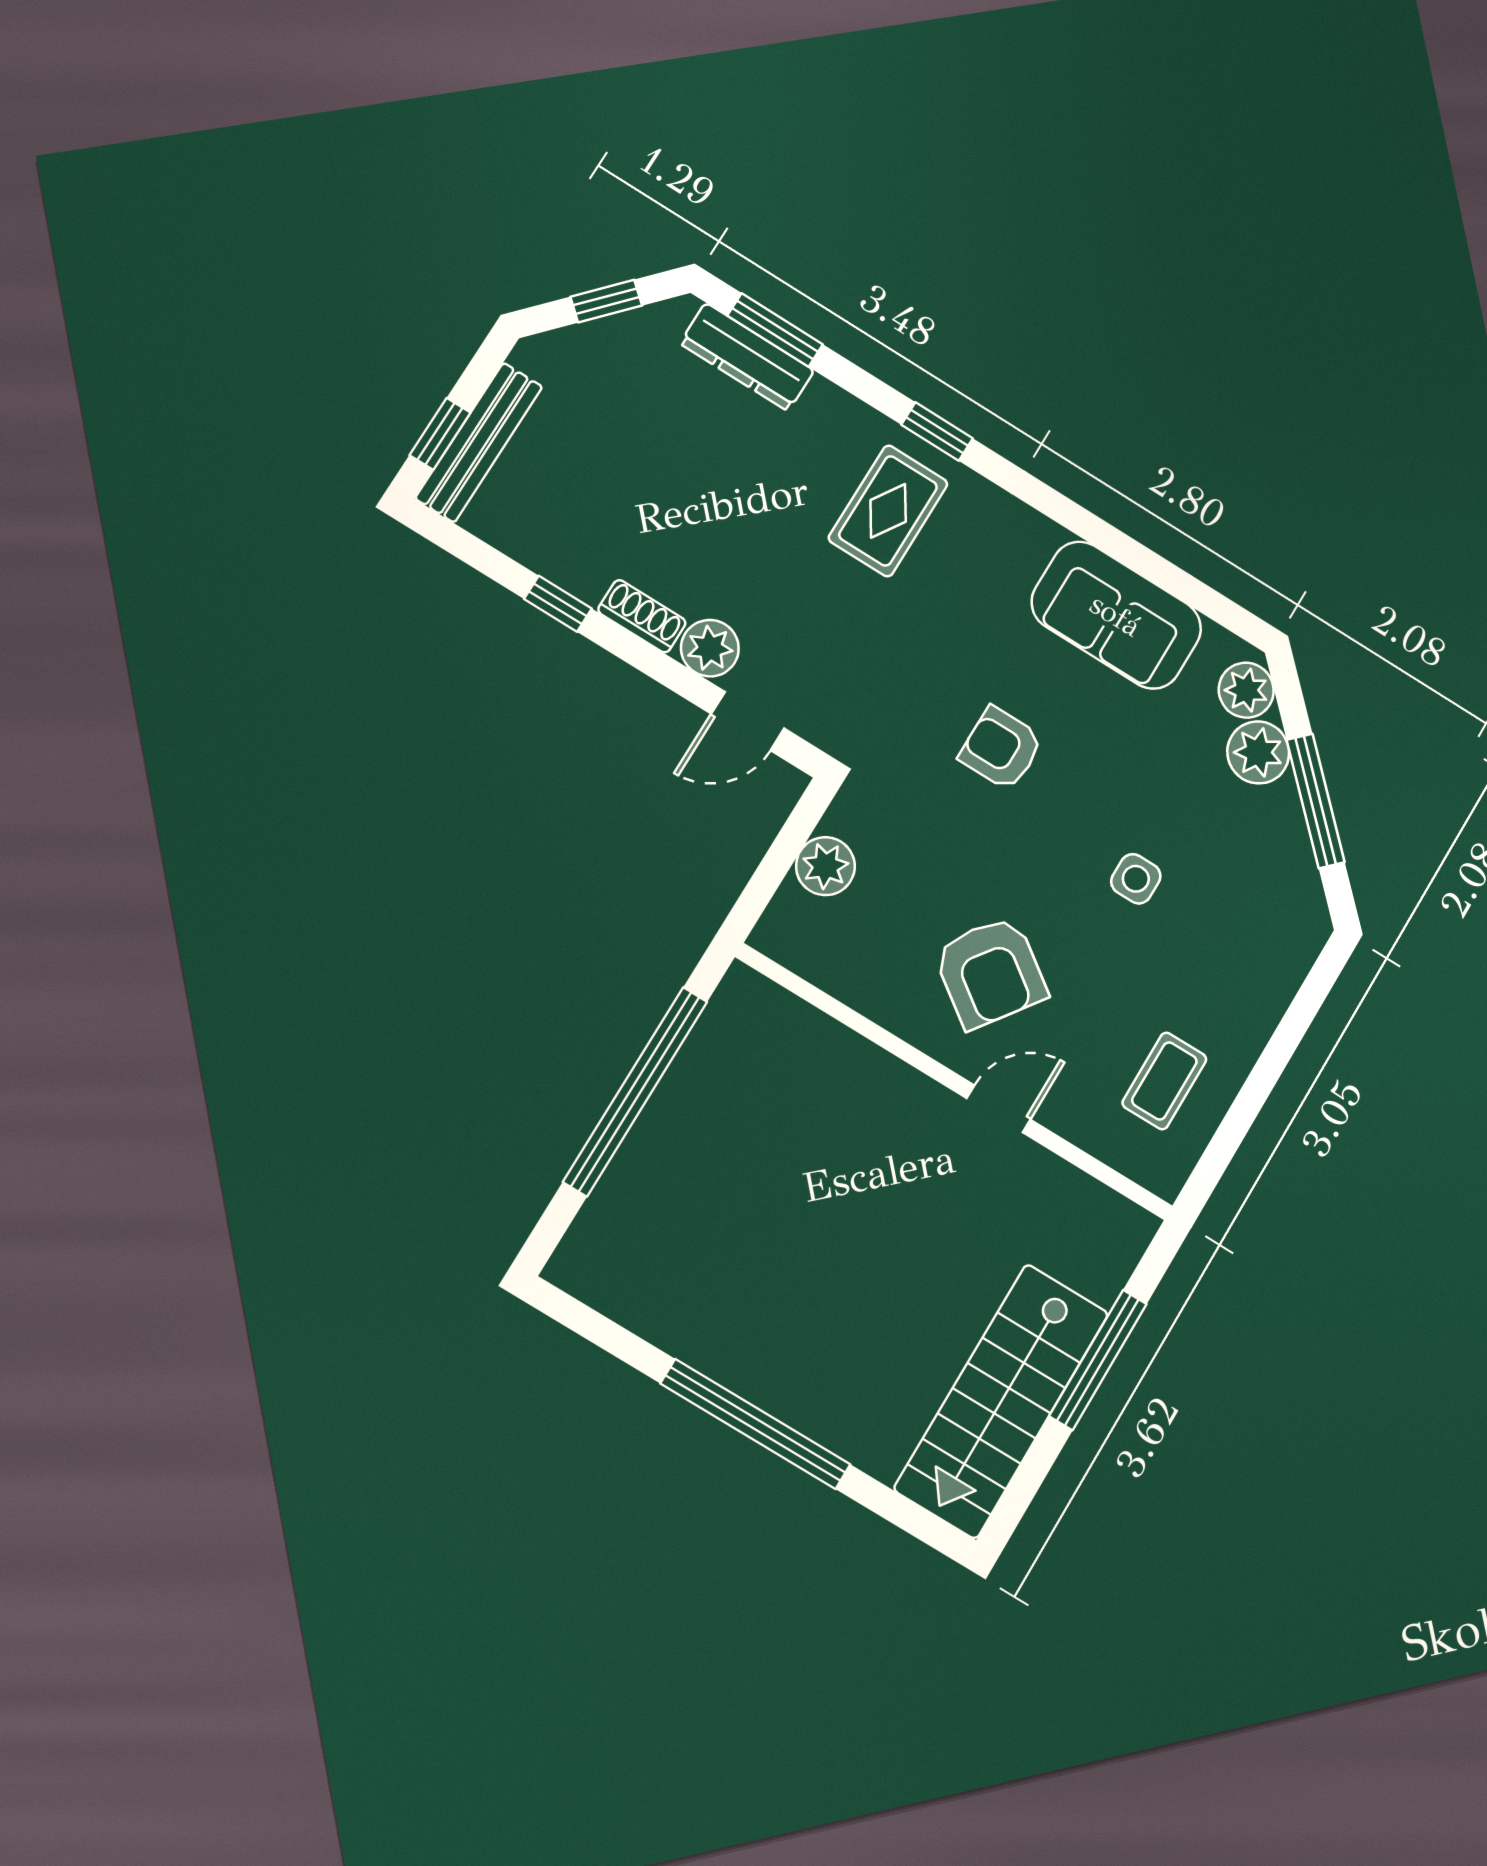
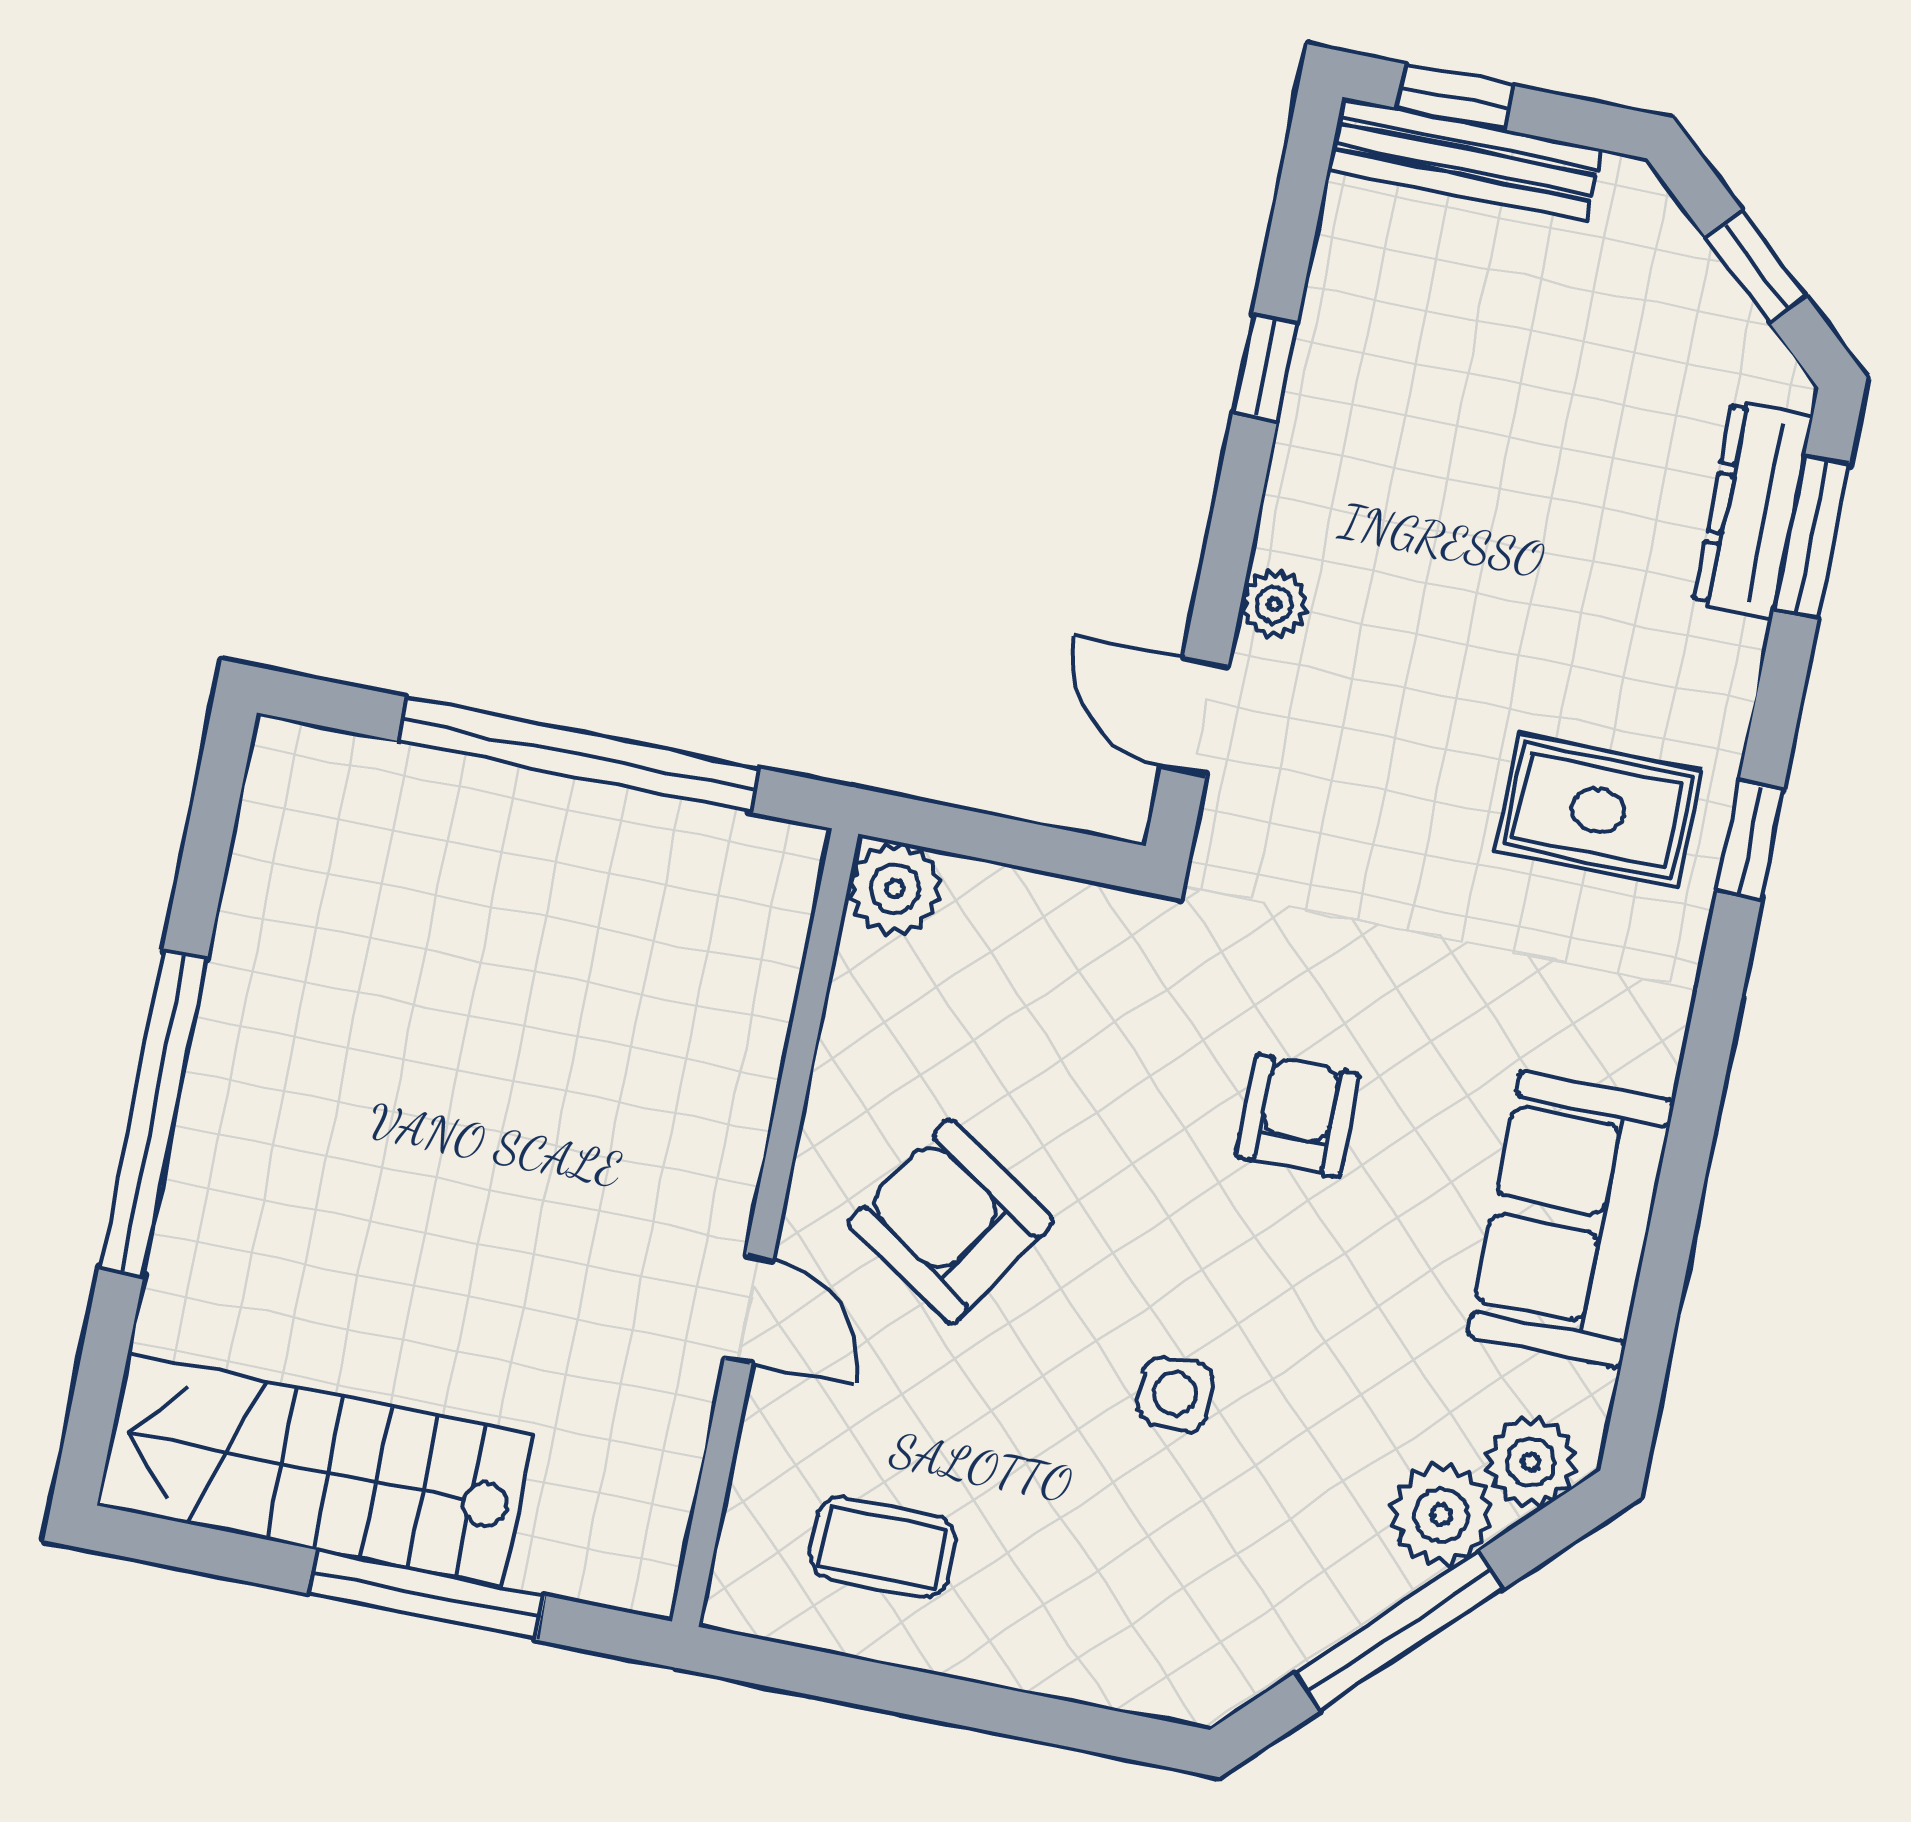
shoe rack: (642, 616) -> (1294, 499), removed
plant: (710, 648) -> (1274, 604), width x0.73, depth x0.73
plant: (825, 866) -> (895, 889), moved
armchair: (990, 972) -> (950, 1222), turned 87

